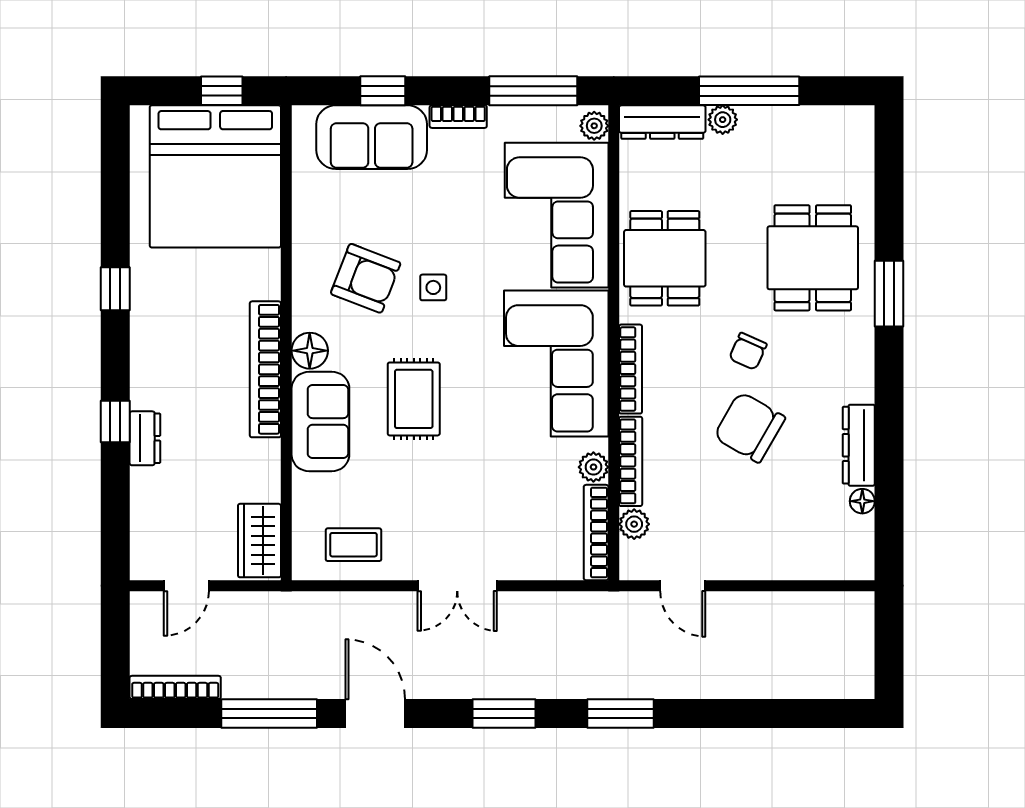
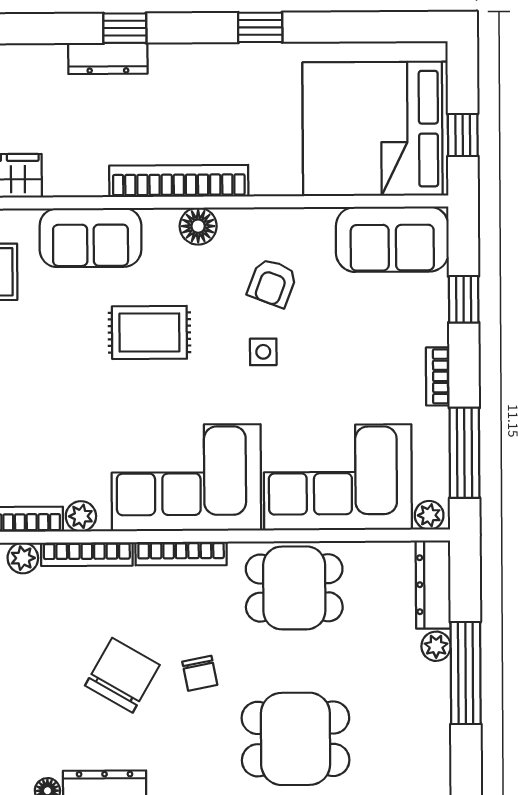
sofa: (372, 137) -> (392, 239), moved, turned -90
armchair: (366, 278) -> (272, 283), width x0.72, depth x0.72
chair: (748, 351) -> (200, 673), turned -125
sofa: (320, 421) -> (90, 238), moved
dresser: (145, 438) -> (108, 58), width x1.44

